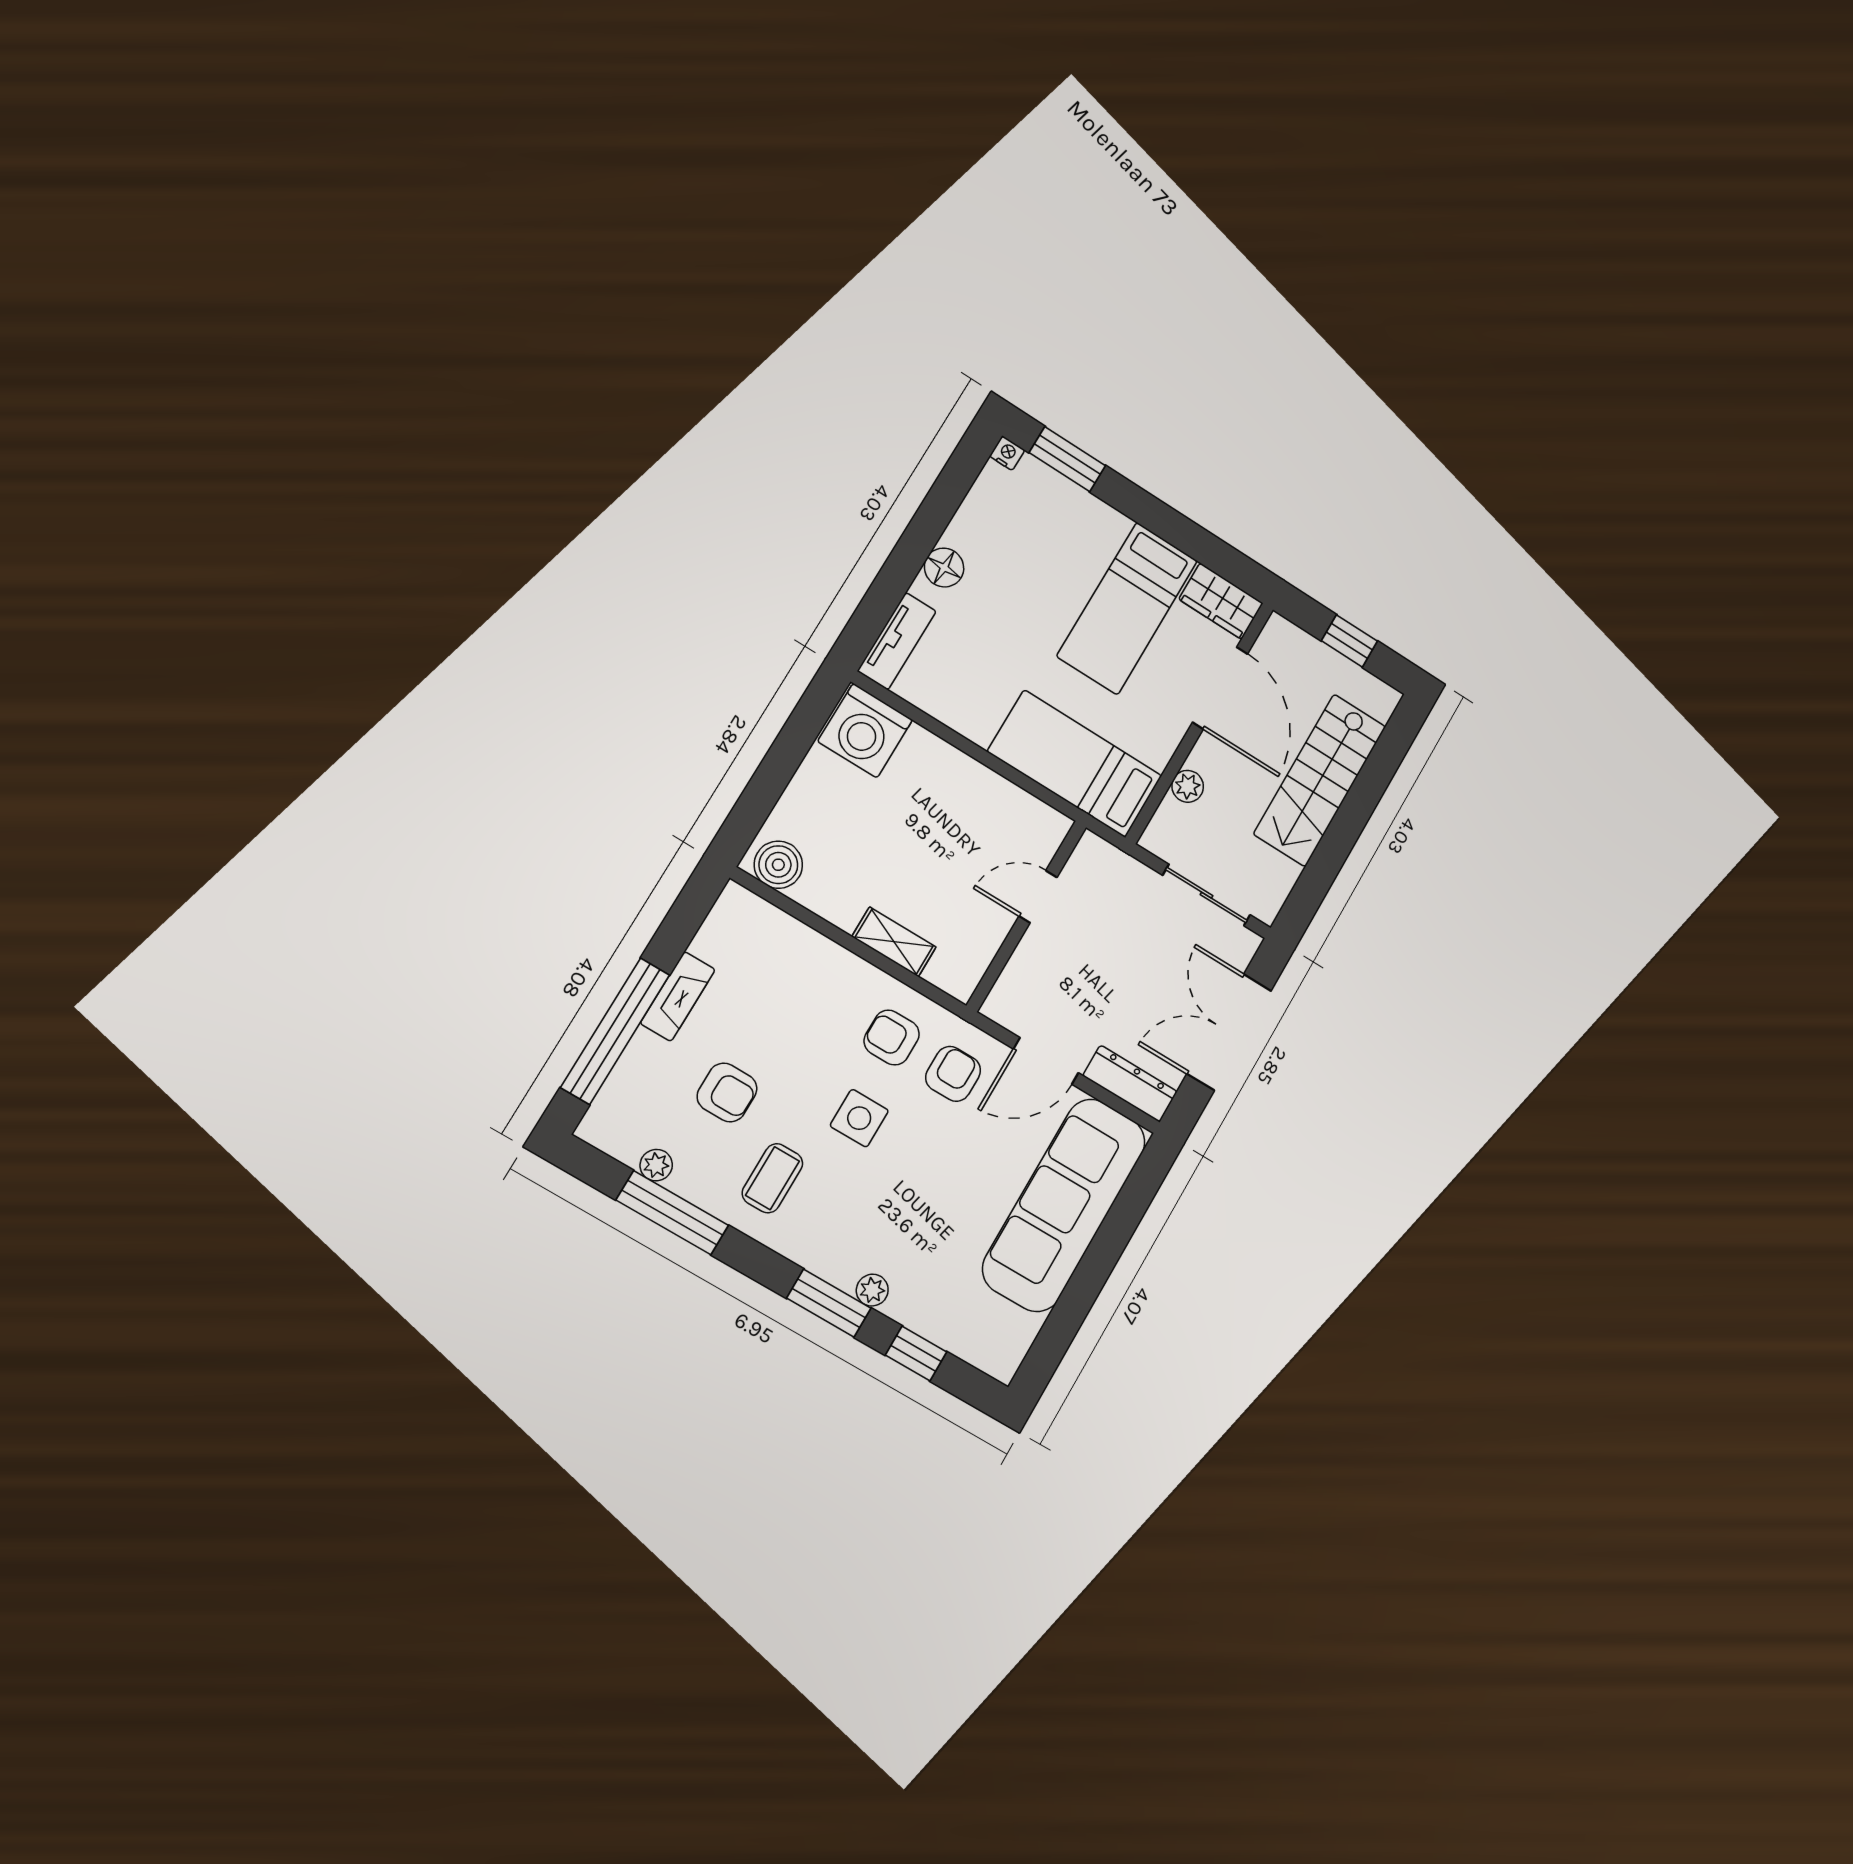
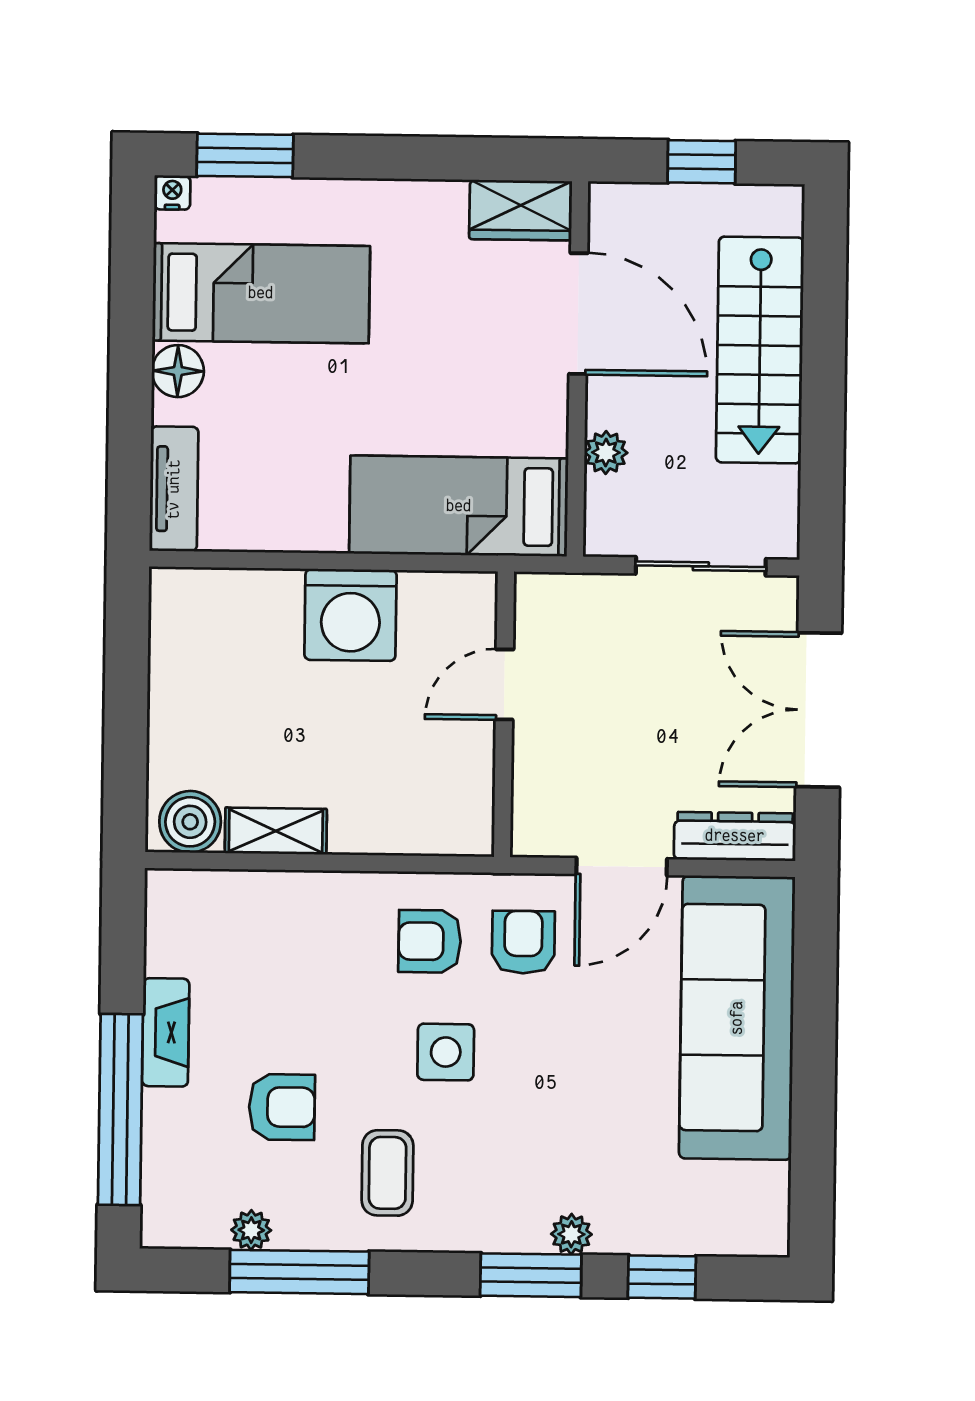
bed: (1127, 608) -> (261, 293), moved, turned -90
washing machine: (865, 731) -> (350, 615), moved
shelving: (894, 942) -> (276, 831), moved

